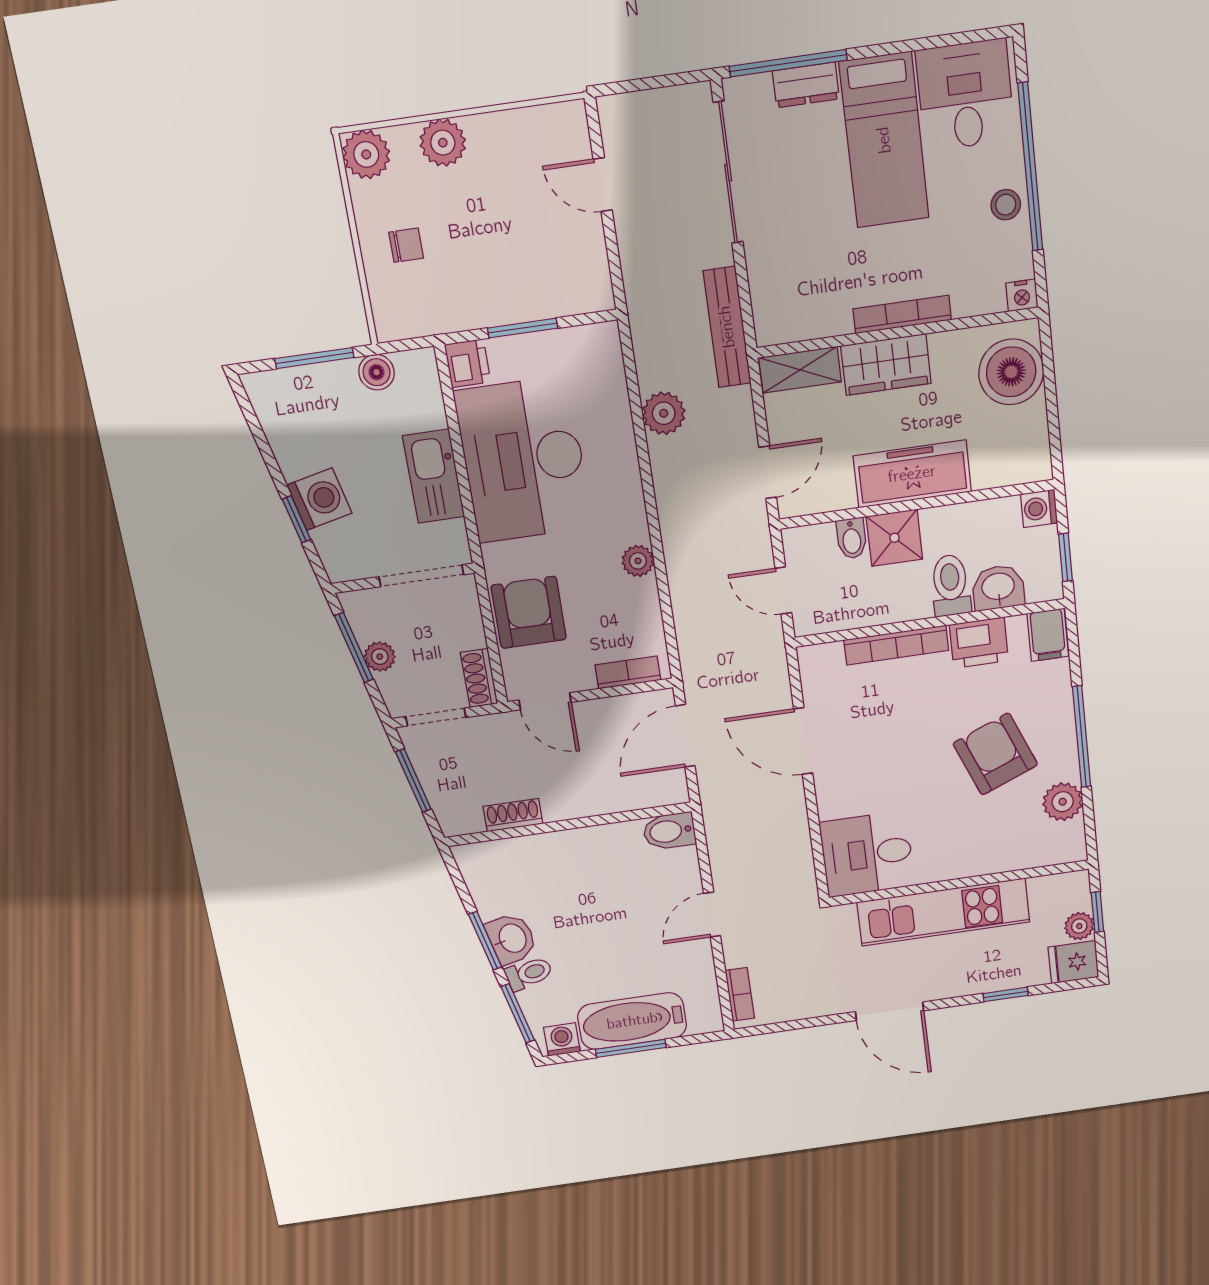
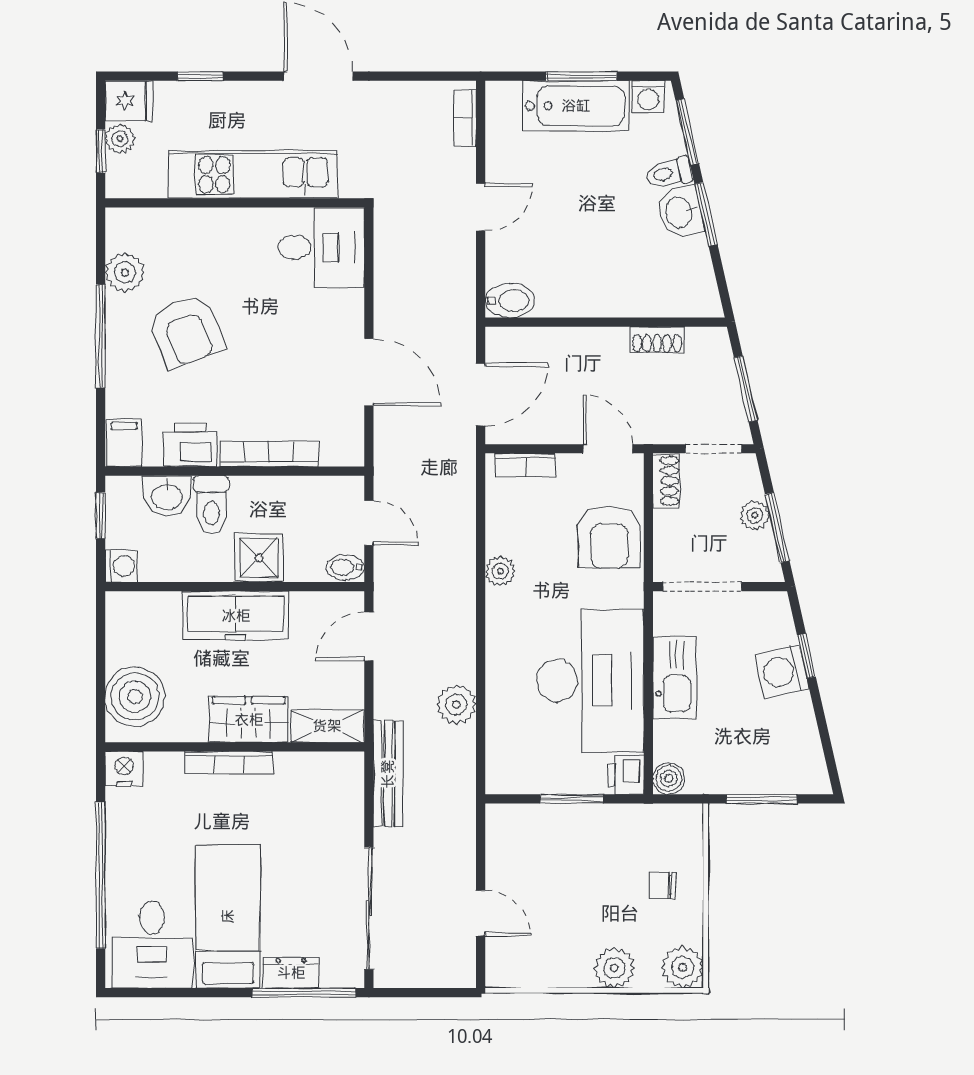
stool: (1006, 205) -> (126, 846), removed
nightstand: (1022, 295) -> (124, 769), width x1.39, depth x1.35
boiler: (377, 372) -> (669, 779), moved
bidet: (852, 538) -> (345, 567), moved, turned -90

